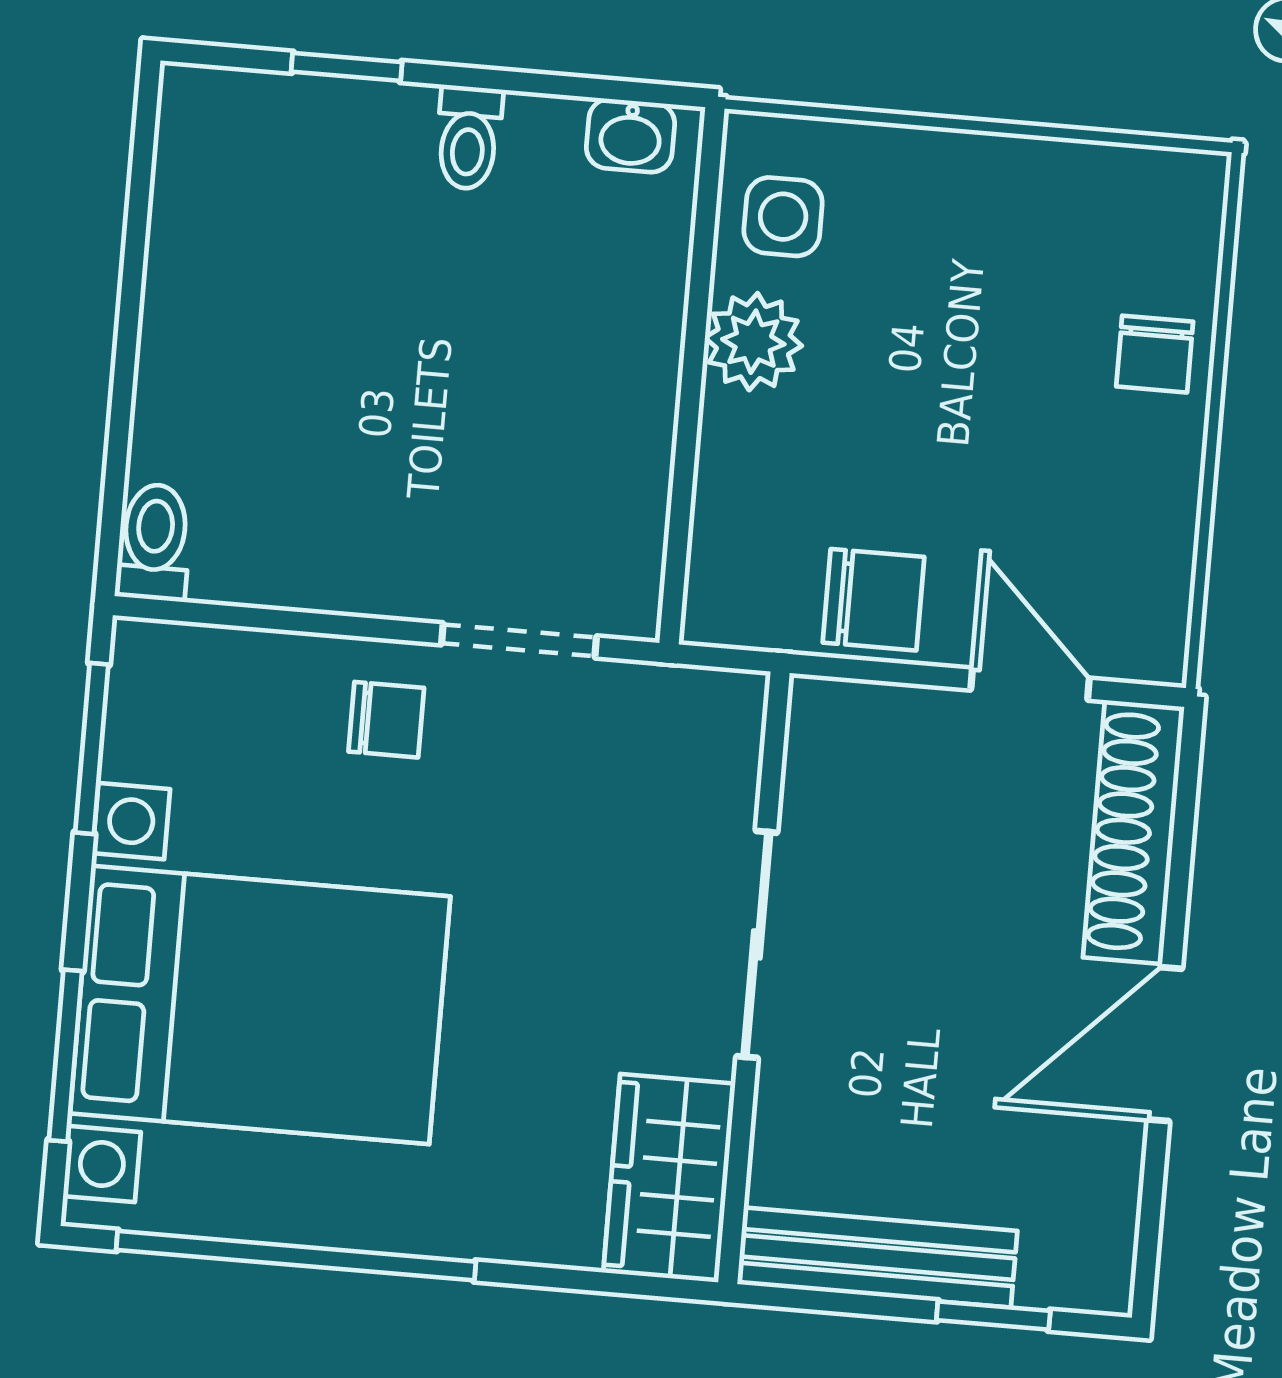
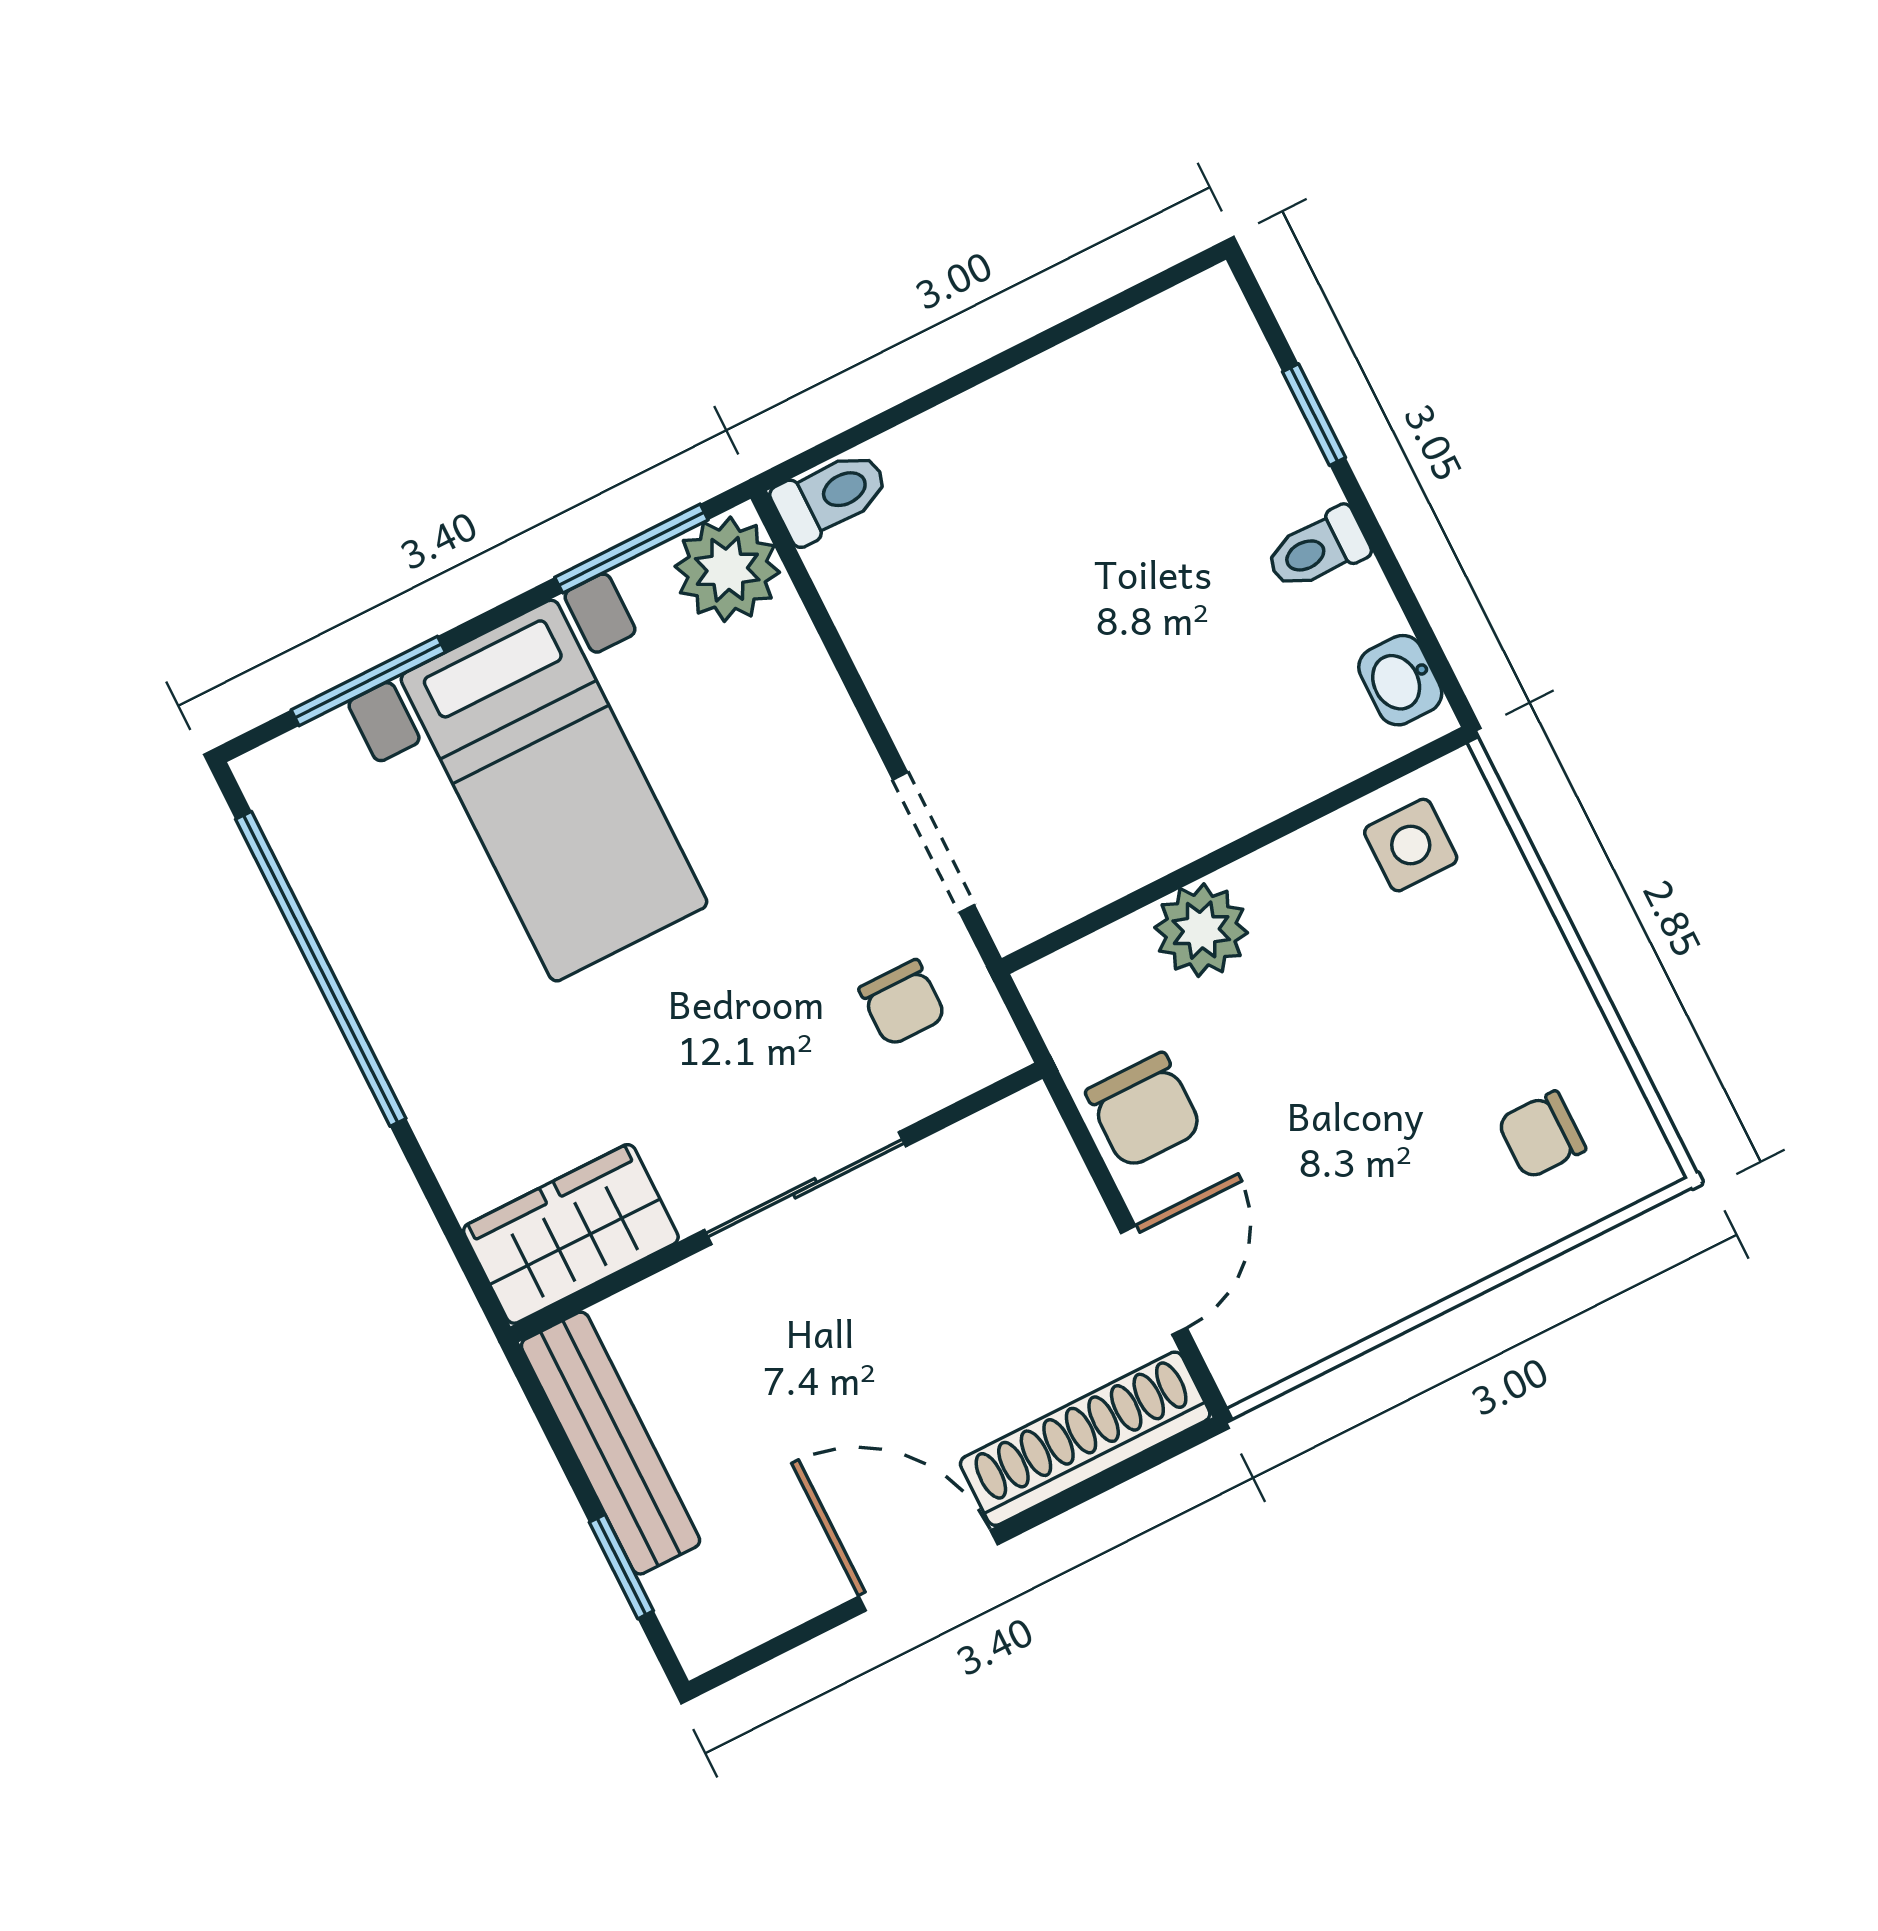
plant: (753, 342) -> (1201, 930), moved
chair: (1155, 354) -> (1541, 1135), moved
plant: (163, 674) -> (727, 569), added
chair: (386, 720) -> (902, 1003), moved
bed with nightstands: (260, 1005) -> (554, 791), width x0.73

